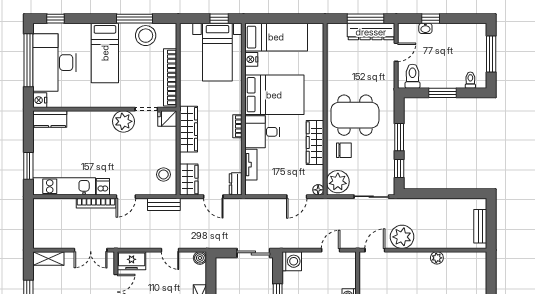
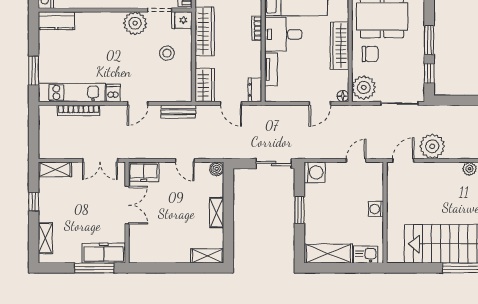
stool: (163, 174) -> (167, 53), moved
bookcase: (96, 203) -> (78, 110), moved

